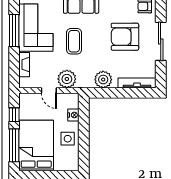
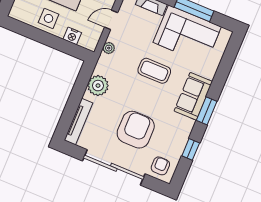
sliding door: (161, 41) -> (114, 167), width x1.36
plant: (67, 79) -> (109, 48), width x0.53, depth x0.53

